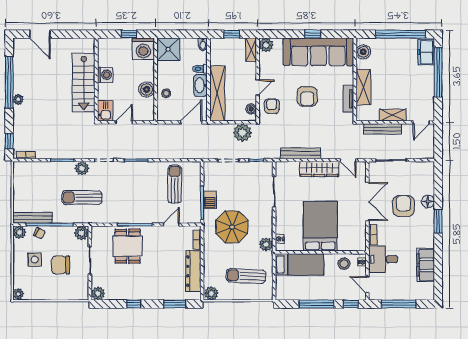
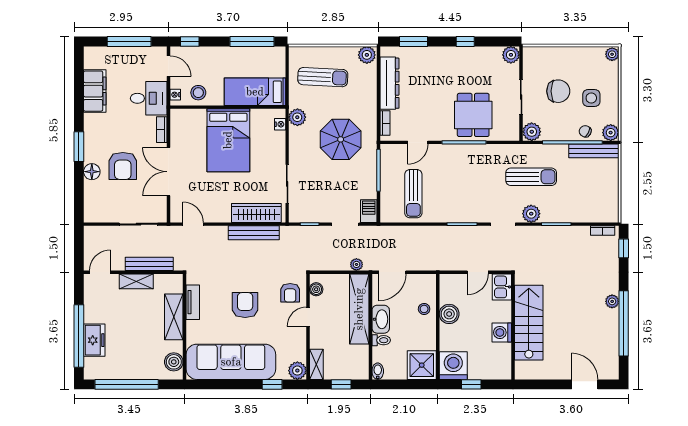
window: (313, 34) -> (272, 384), moved
freezer: (426, 52) -> (94, 340), moved
plant: (242, 133) -> (356, 264), moved, width x0.53, depth x0.53
wardrobe: (319, 169) -> (256, 213), moved
barbecue: (210, 200) -> (369, 211), moved
window: (316, 304) -> (252, 41), moved

